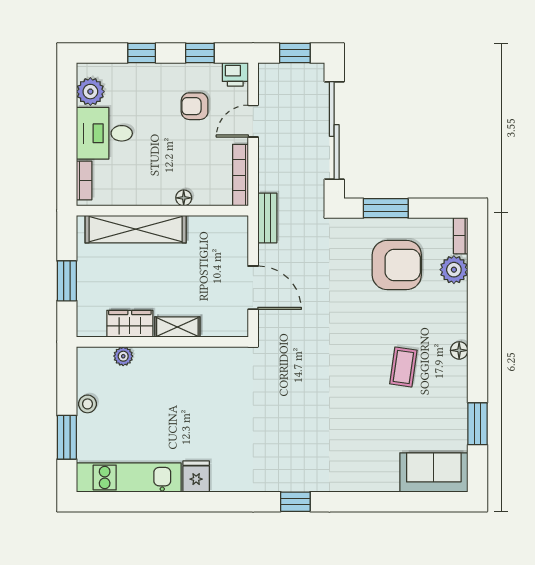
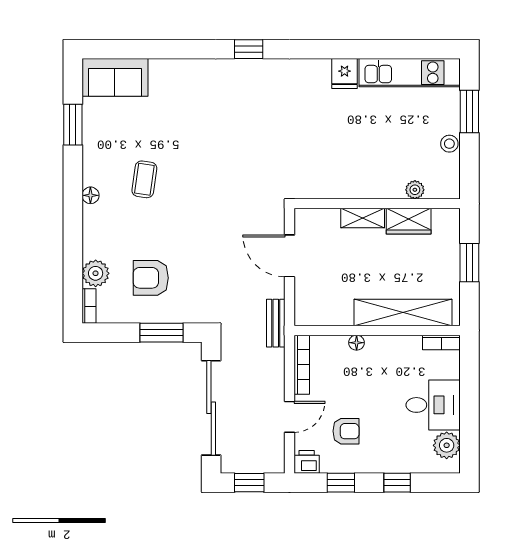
bookcase: (84, 180) -> (441, 342), moved, turned -90
armchair: (397, 265) -> (151, 278), width x0.73, depth x0.73

